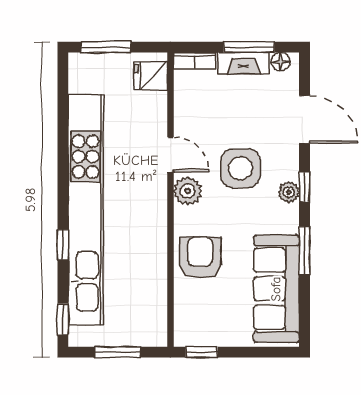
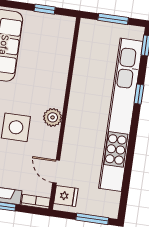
door: (170, 155) -> (56, 171), moved
armchair: (200, 257) -> (51, 73), removed
window: (202, 352) -> (45, 9), moved

